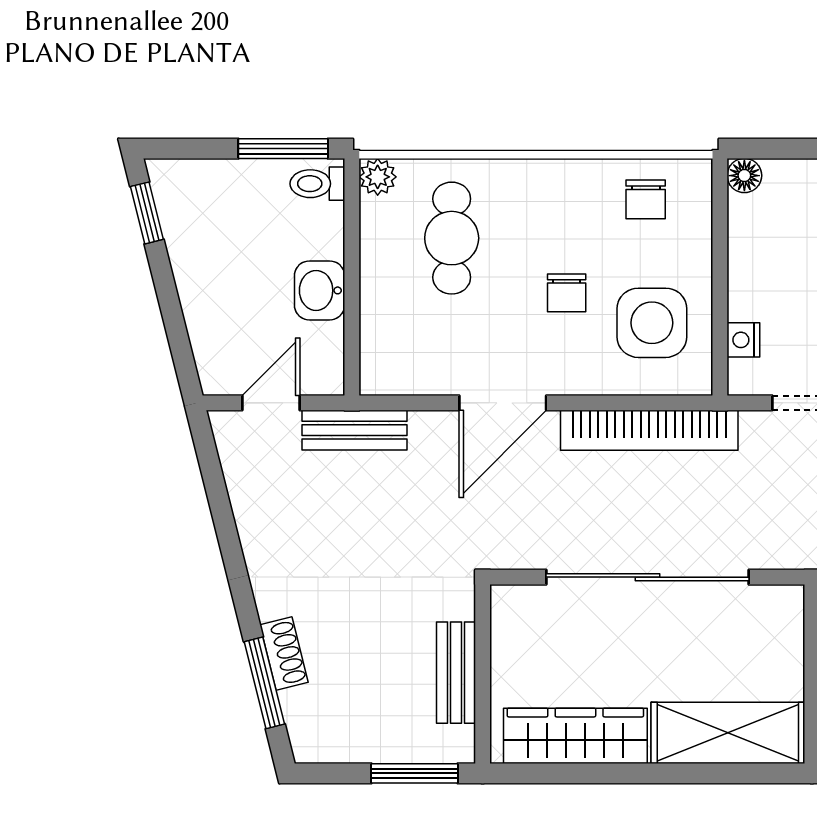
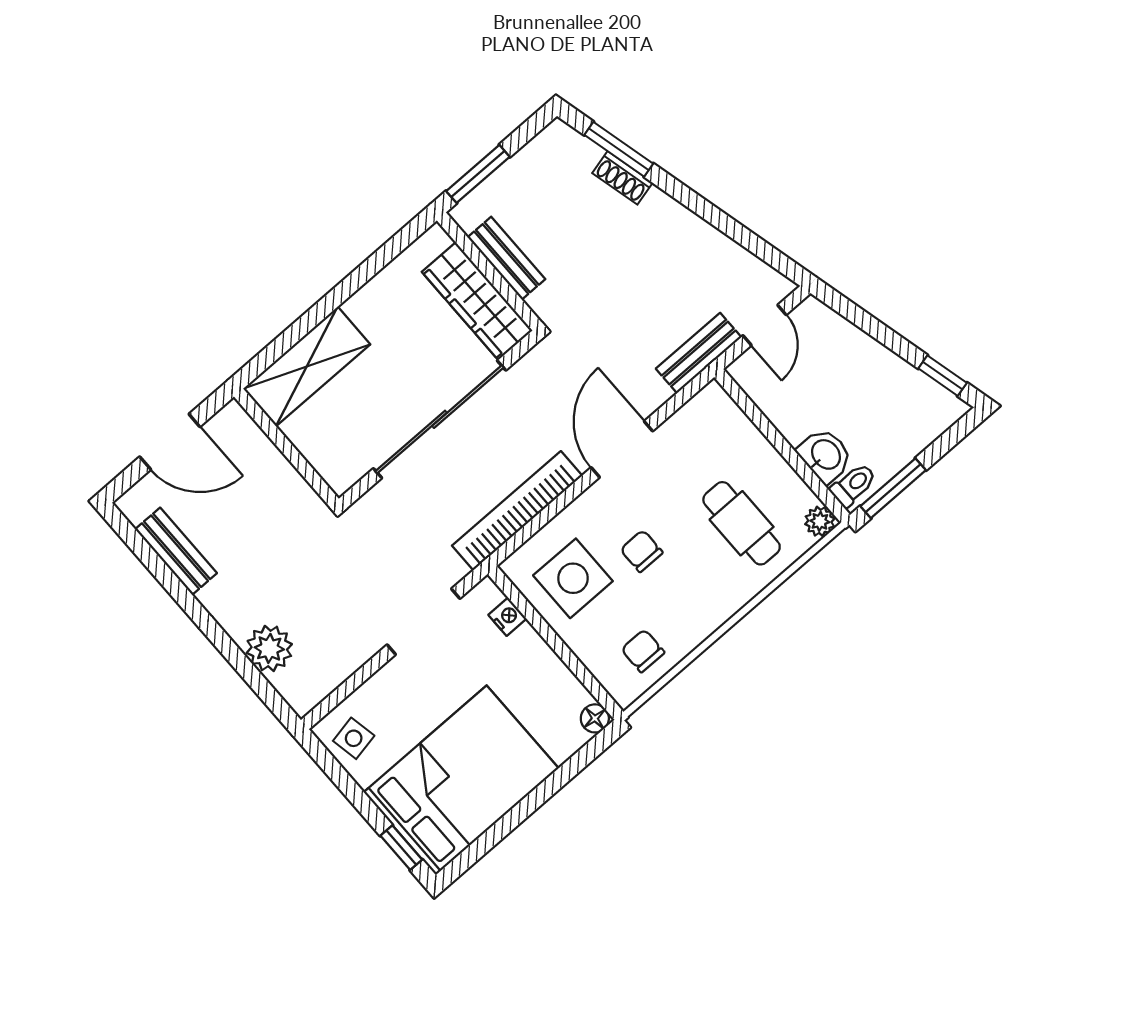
washbasin: (320, 290) -> (825, 455), moved
wardrobe: (575, 736) -> (477, 301), moved, turned 90

